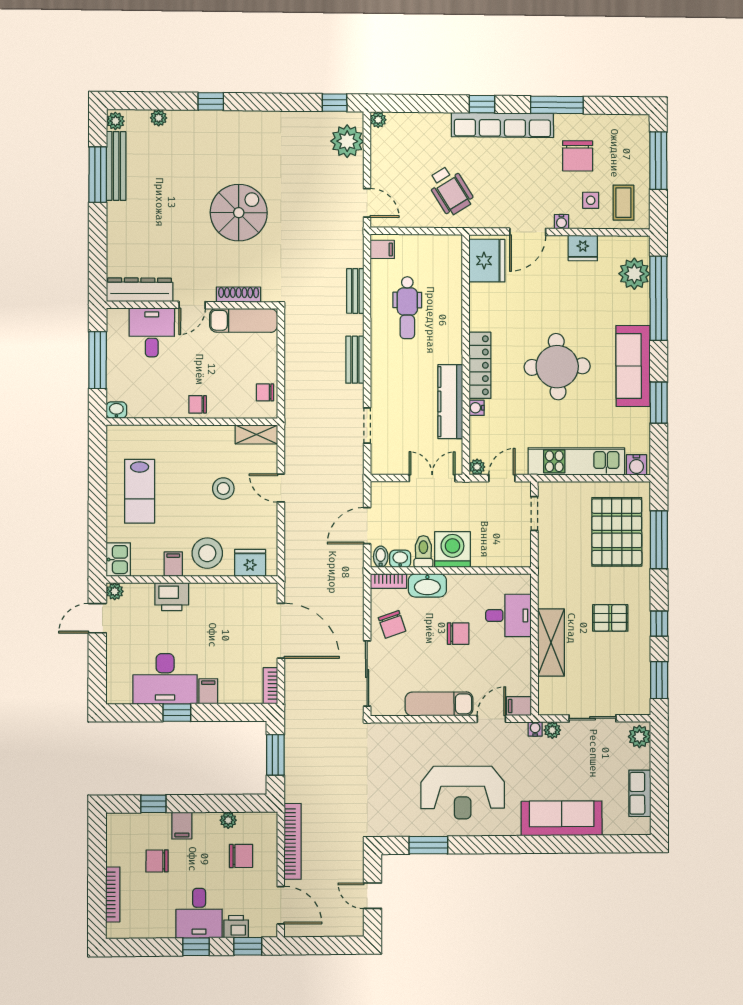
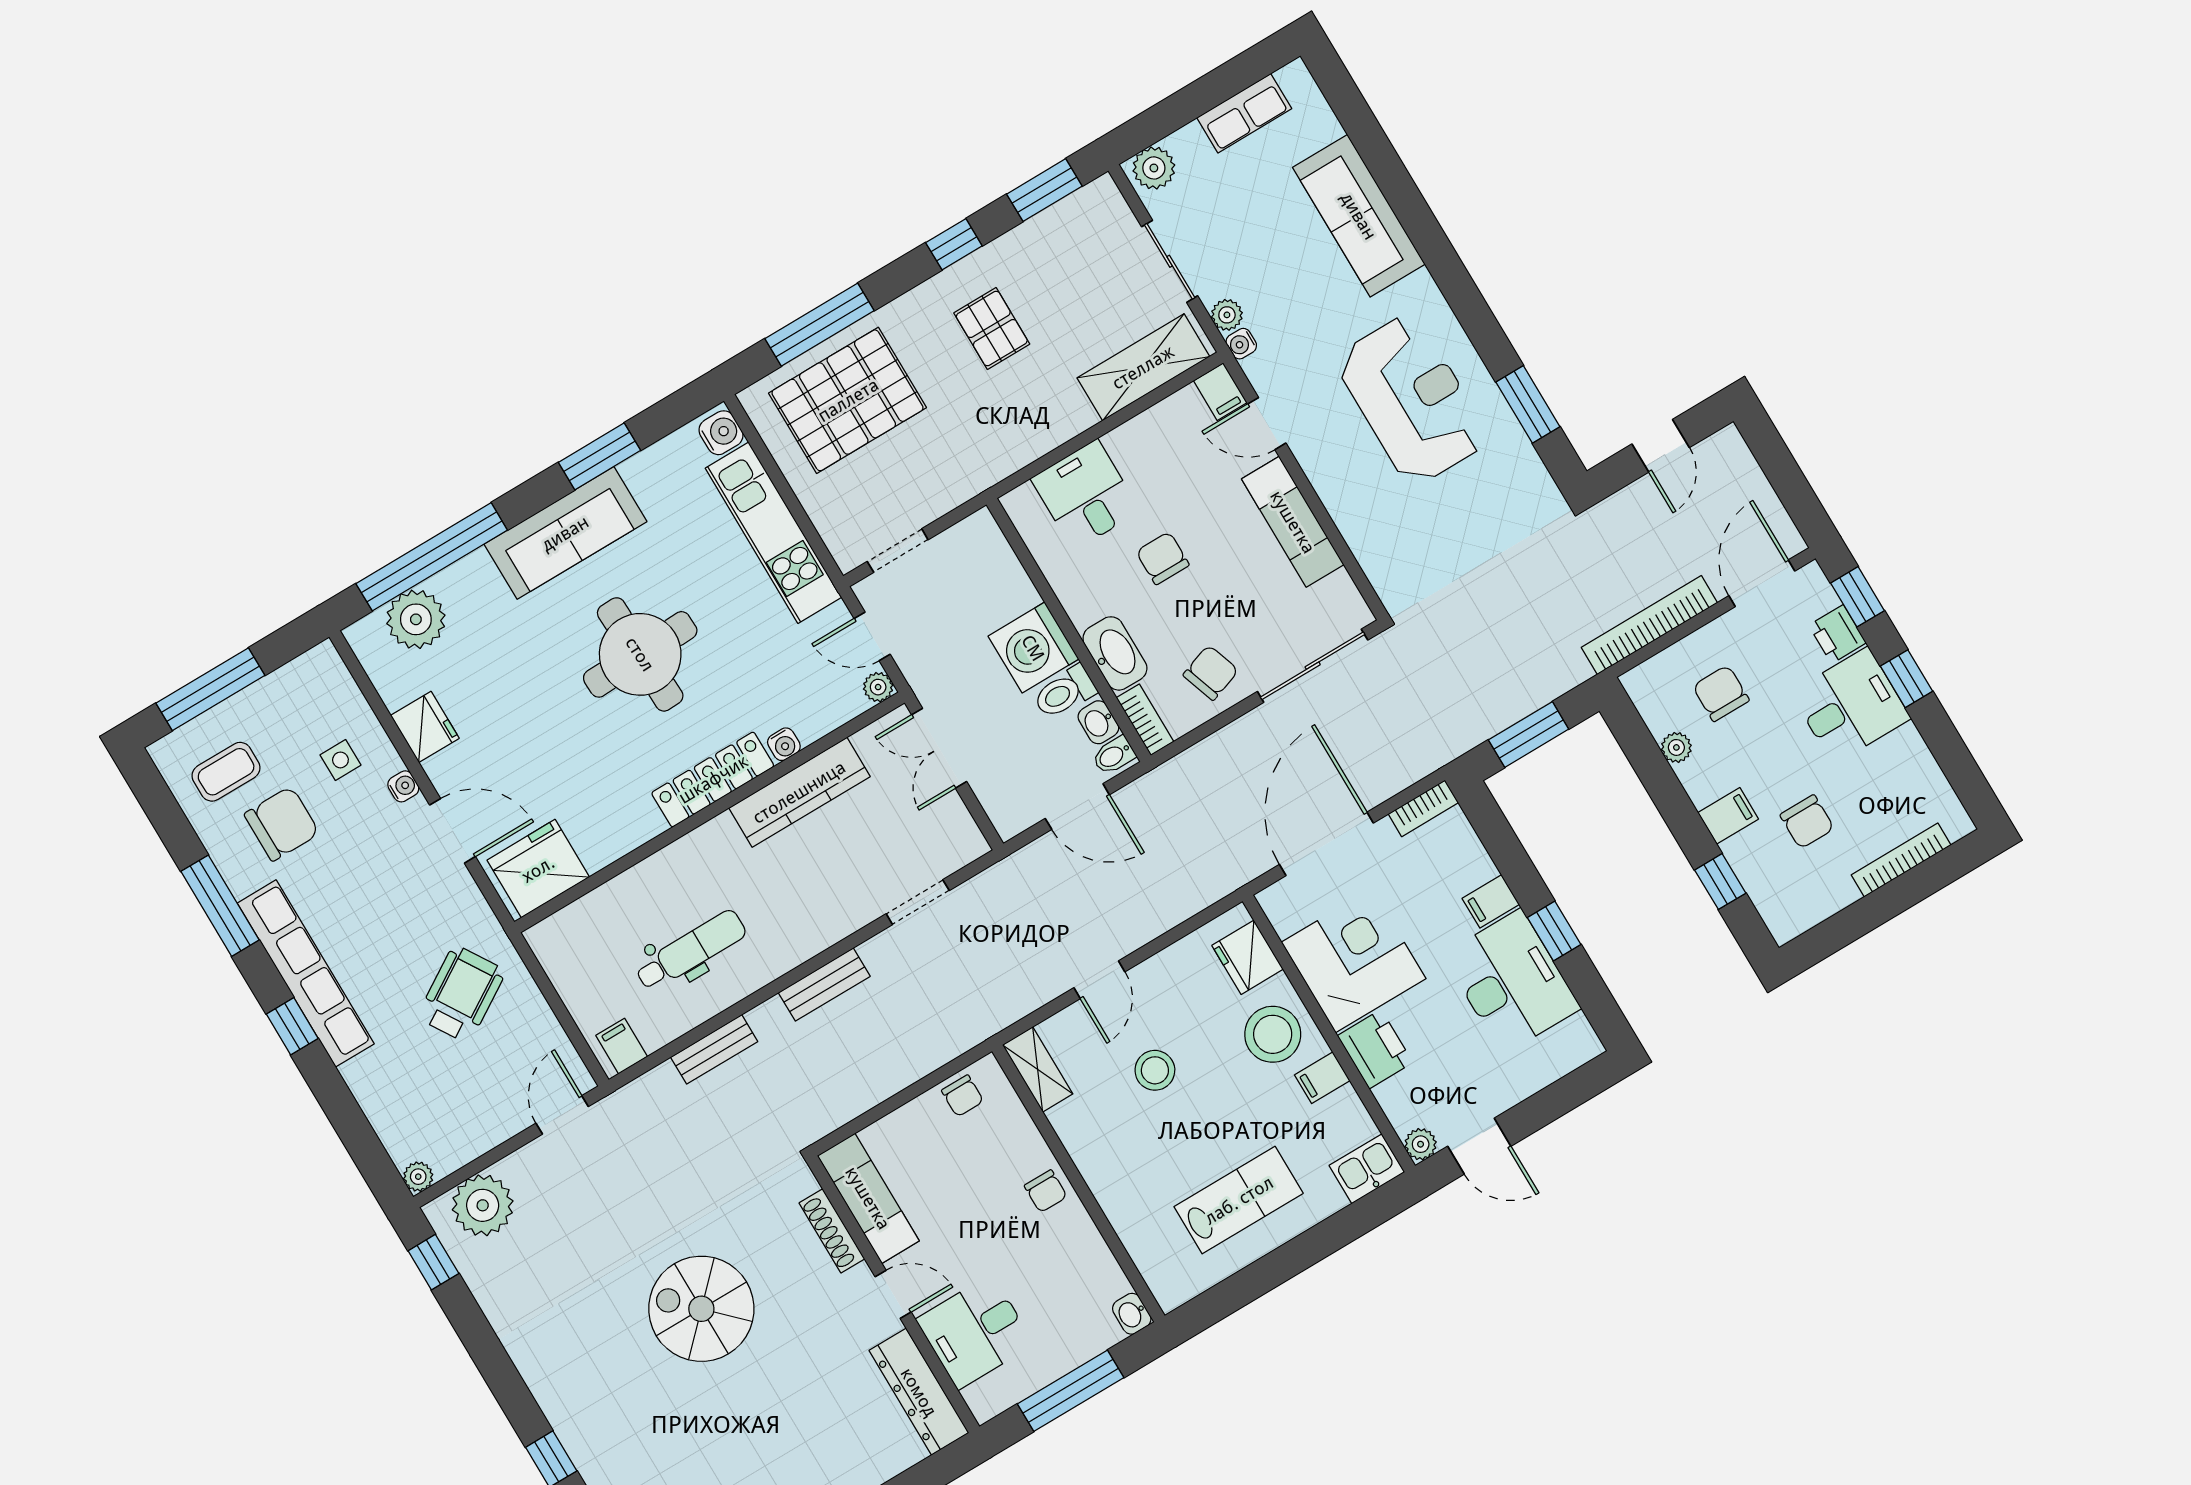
coffee table: (623, 203) -> (226, 772), moved
corner desk: (219, 611) -> (1354, 960), added
shelving: (551, 643) -> (1143, 367), moved

